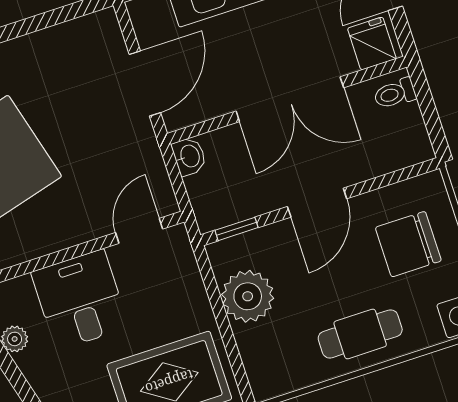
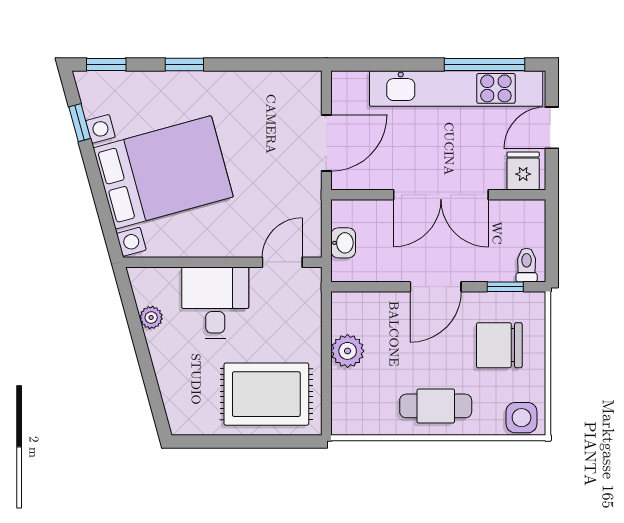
toilet: (395, 94) -> (527, 265), moved, turned 90
washbasin: (189, 156) -> (343, 243), moved
window: (236, 229) -> (505, 287), moved
plant: (248, 296) -> (348, 351), width x0.73, depth x0.73

